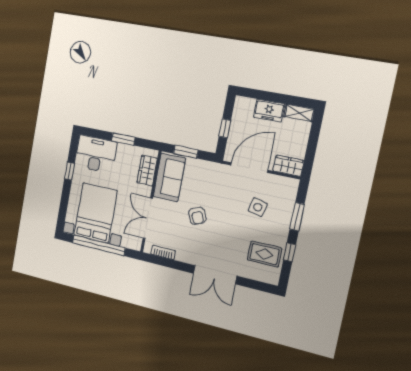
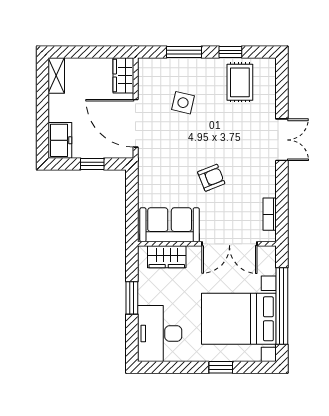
freezer: (269, 111) -> (60, 140), moved
window: (186, 152) -> (132, 209), removed
window: (70, 171) -> (221, 367), moved
double door: (215, 275) -> (282, 140), width x0.73

